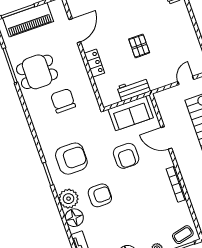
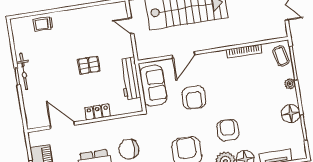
workbench: (134, 89) -> (130, 78), width x1.37
armchair: (126, 156) -> (194, 97), turned 90
bookcase: (176, 184) -> (244, 51), moved

